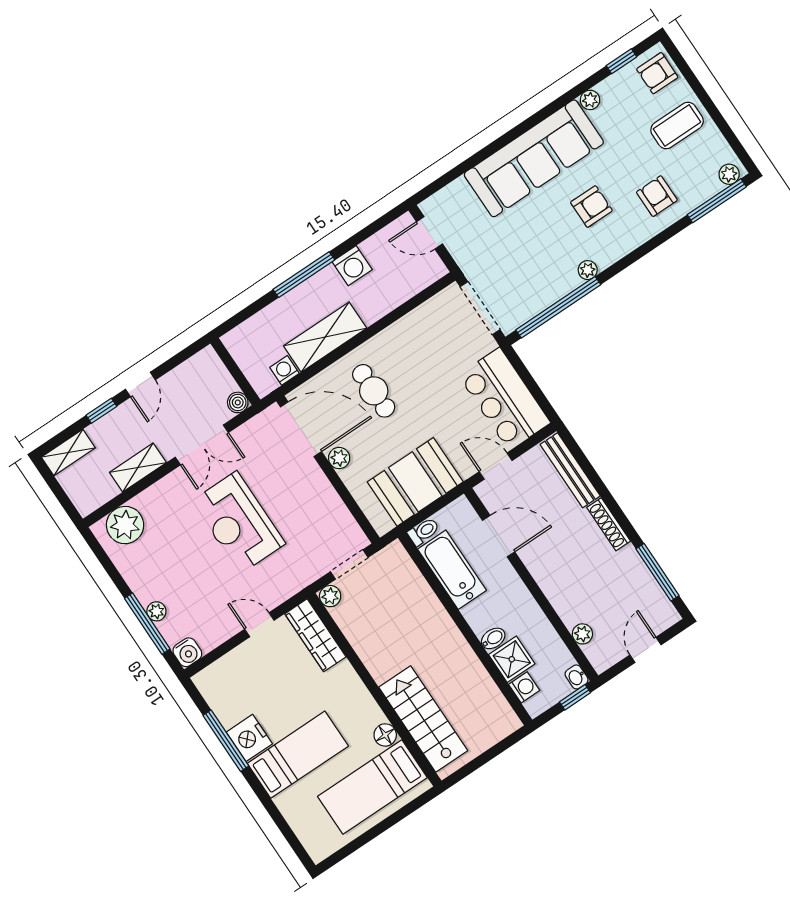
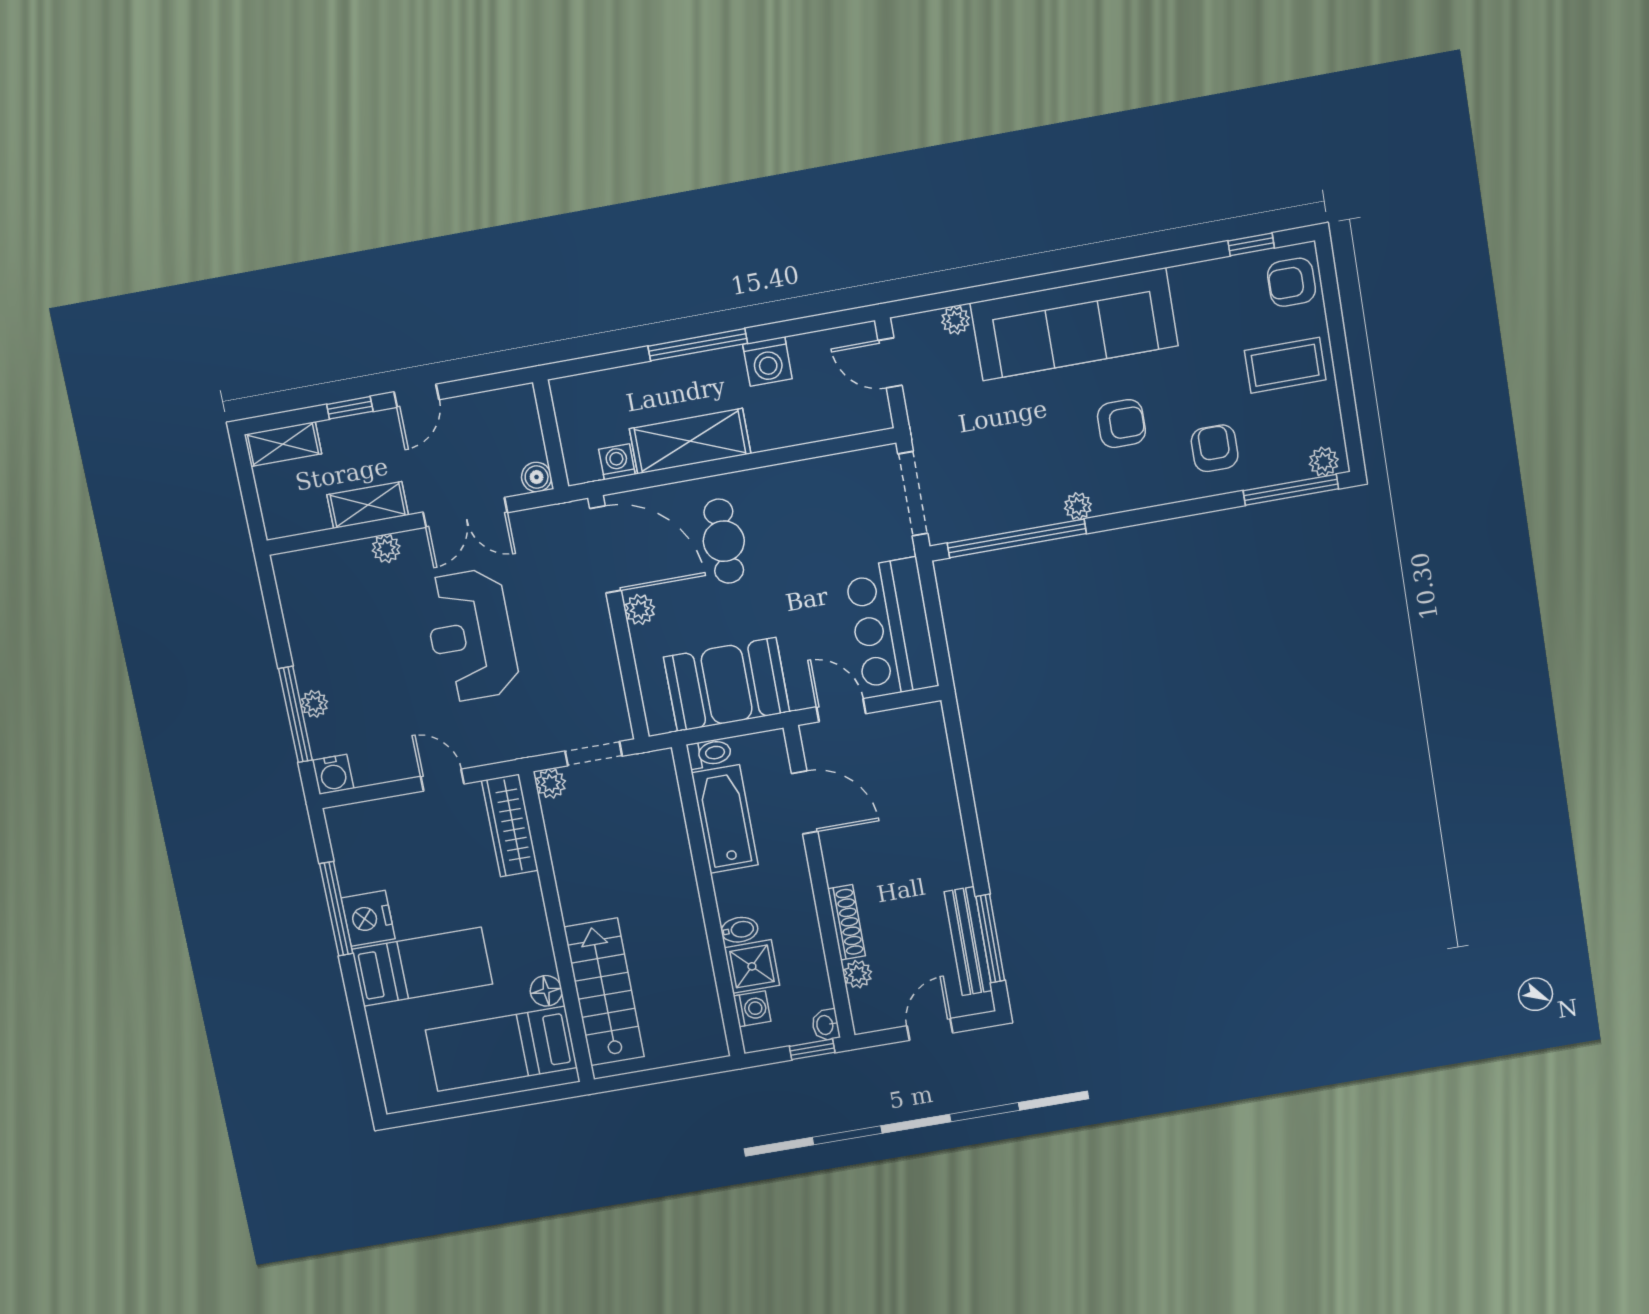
plant: (590, 100) -> (955, 320), moved
bench: (570, 470) -> (968, 941), moved
shoe rack: (609, 524) -> (846, 922), moved, turned 180
plant: (125, 525) -> (386, 548), moved, width x0.53, depth x0.53

